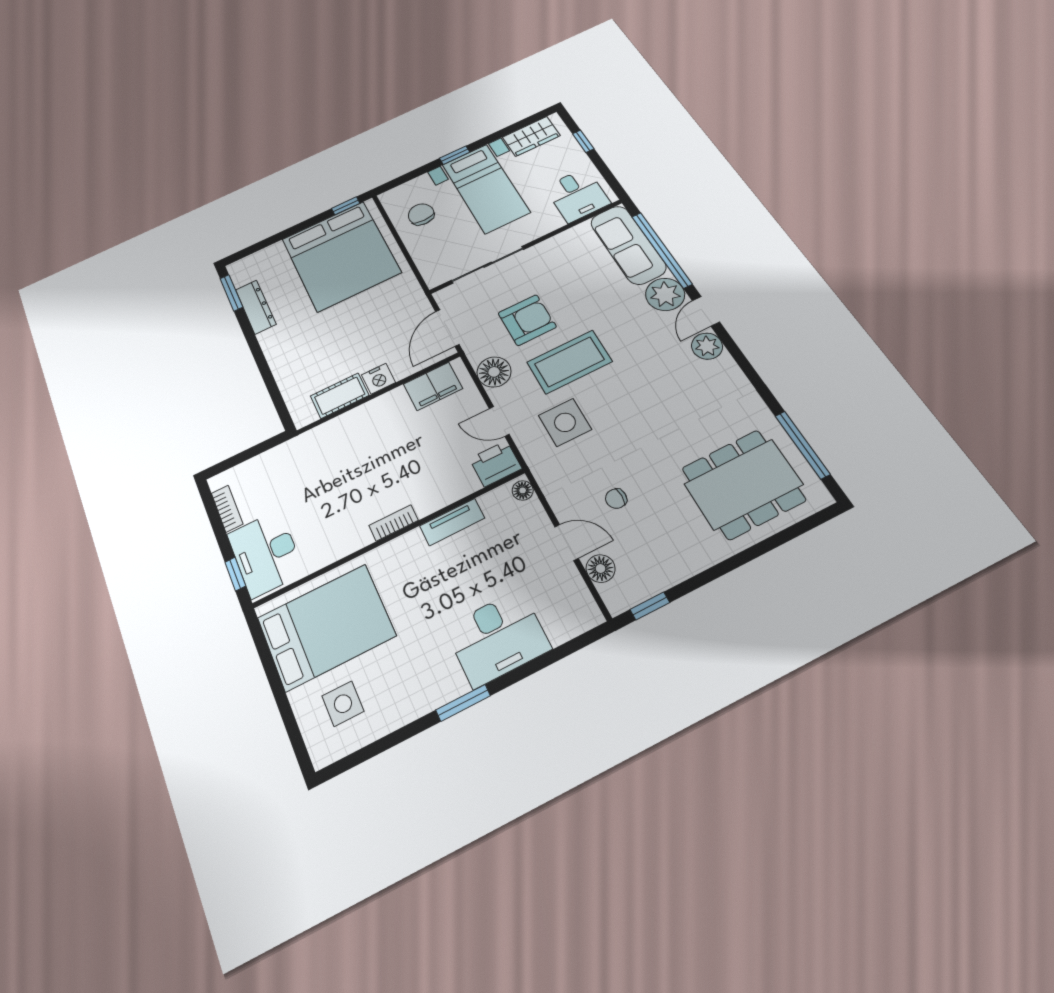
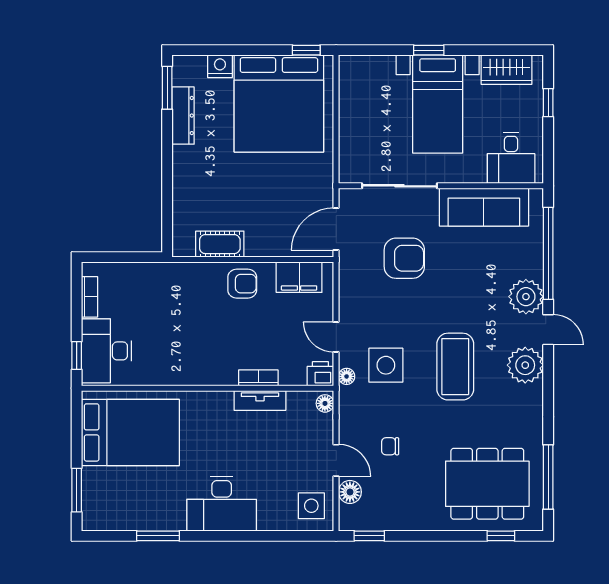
chair: (421, 214) -> (368, 99), removed
sofa: (628, 245) -> (484, 207), moved, turned -90
door: (706, 311) -> (548, 330), swing flipped
plant: (707, 346) -> (525, 365), width x1.36, depth x1.36
coffee table: (569, 362) -> (455, 367), moved, turned 90
floor lamp: (494, 372) -> (347, 376), moved, width x0.53, depth x0.53
nightstand: (378, 379) -> (220, 66), moved, turned 180
armchair: (379, 420) -> (242, 284), added
printer: (496, 464) -> (320, 374), width x0.73, depth x0.81
bookcase: (394, 523) -> (258, 378), moved
window: (795, 531) -> (501, 536), added
desk: (498, 638) -> (222, 504), moved
window: (463, 703) -> (158, 536), moved
side table: (343, 704) -> (311, 506), moved
window: (291, 725) -> (77, 490), added

